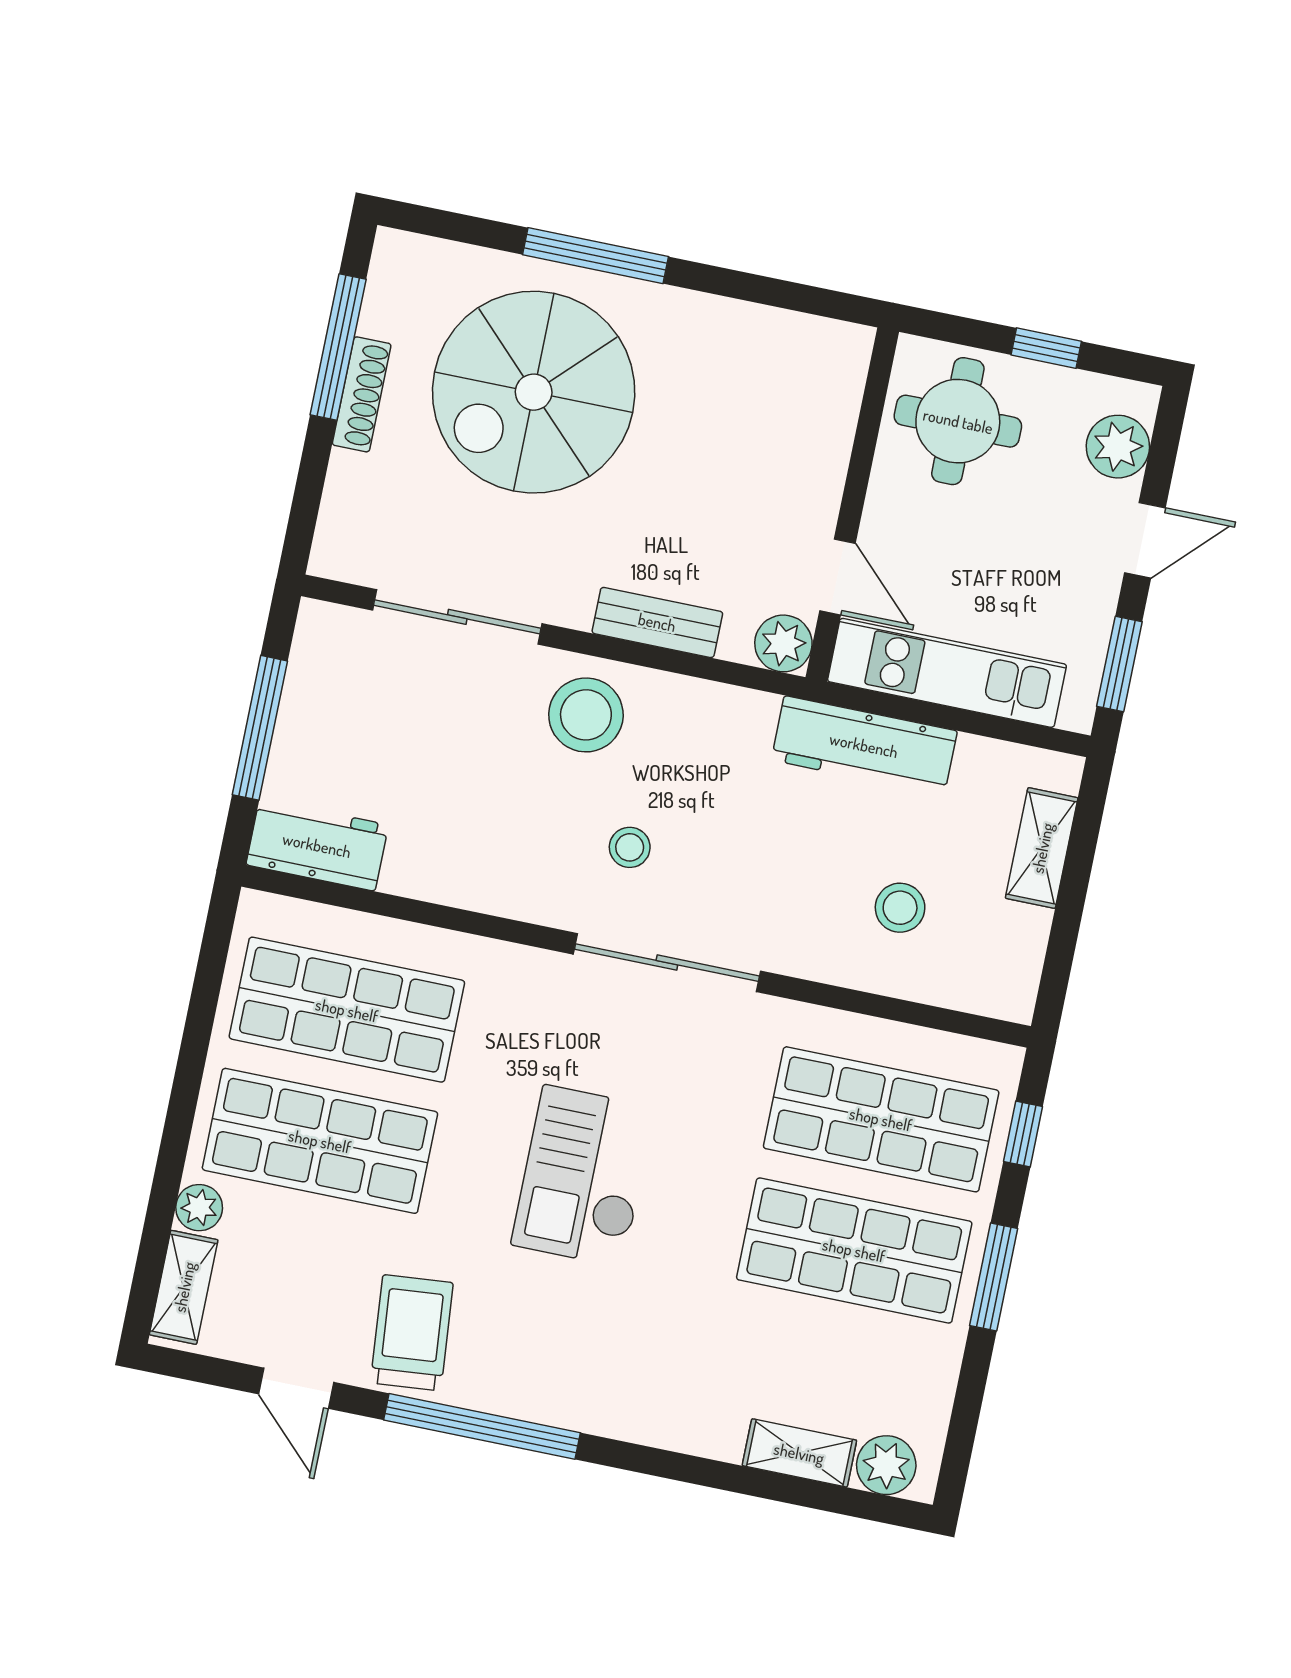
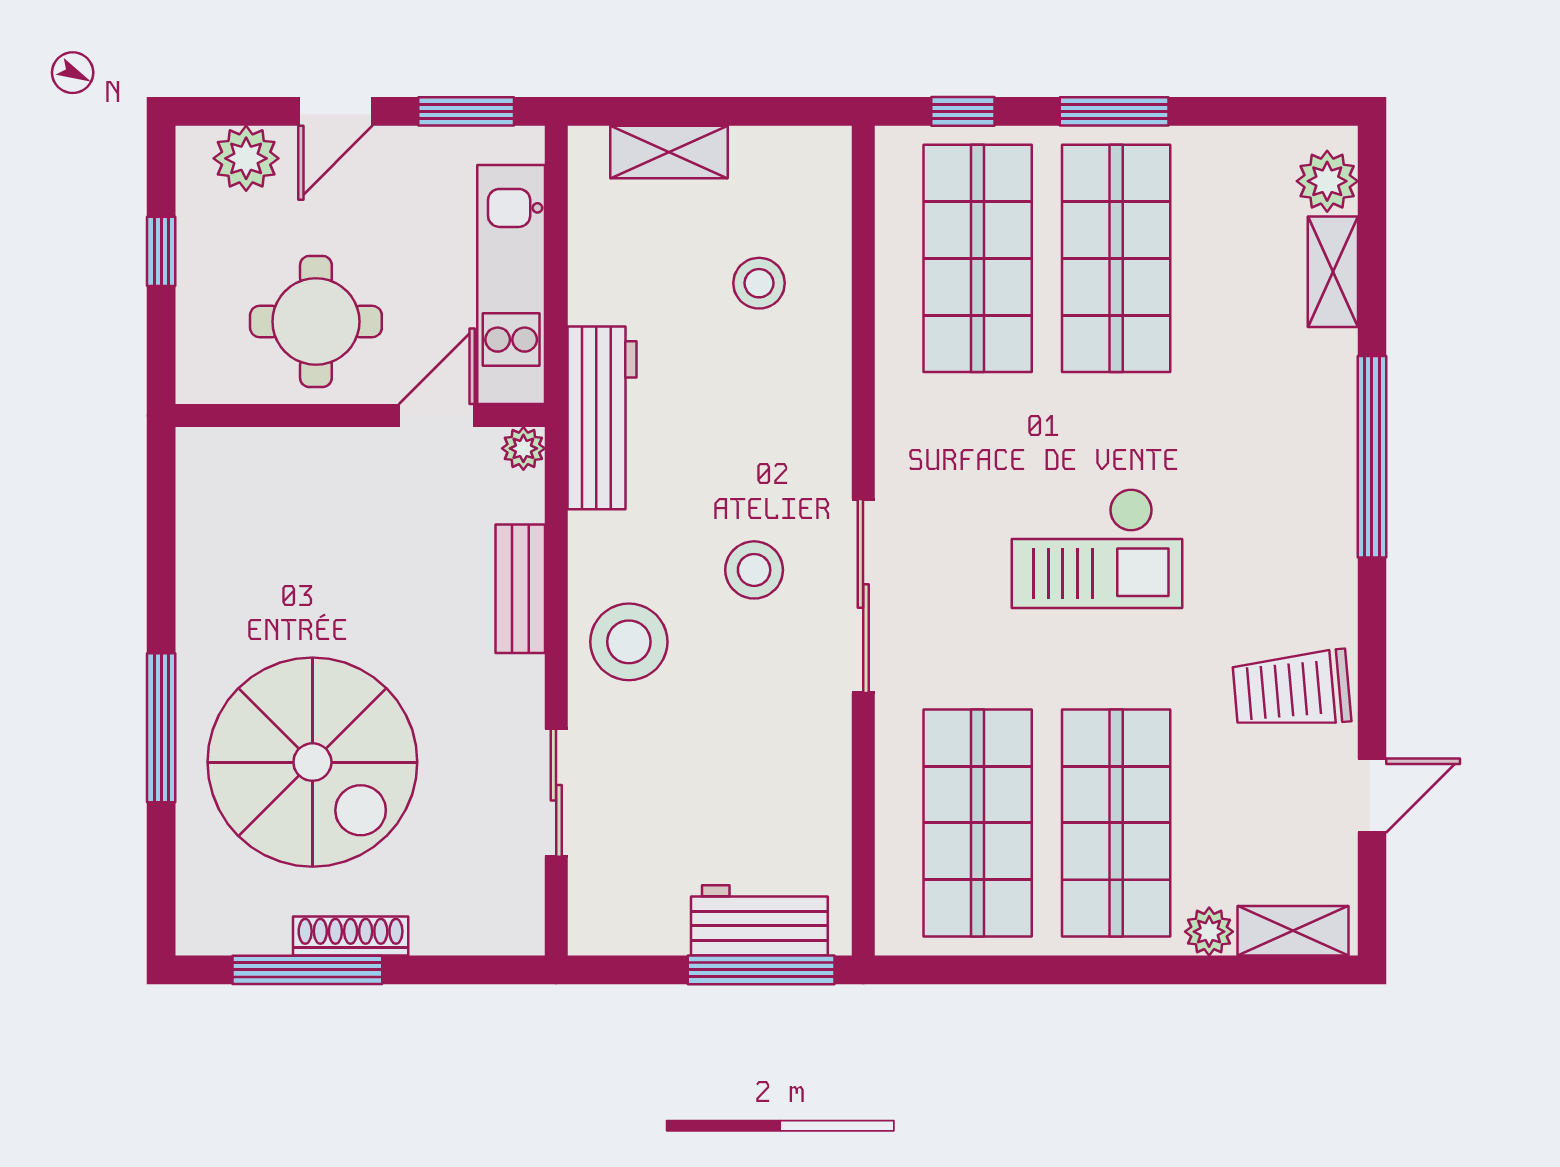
round table: (958, 421) -> (316, 321), moved
door: (1145, 540) -> (335, 111), swing flipped
sliding door: (457, 617) -> (556, 793), width x0.73
plant: (783, 643) -> (523, 448), width x0.73, depth x0.73
window: (260, 728) -> (761, 970), moved
workbench: (864, 745) -> (602, 418), moved
workbench: (317, 845) -> (759, 920), moved, turned 90
stool: (630, 847) -> (754, 570), width x1.37, depth x1.37
sliding door: (667, 963) -> (863, 596), moved
window: (482, 1426) -> (1372, 457), moved

